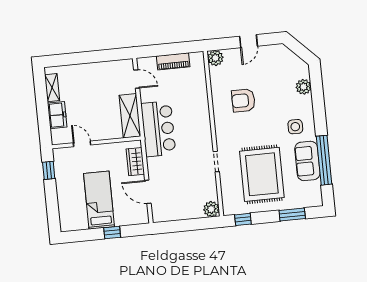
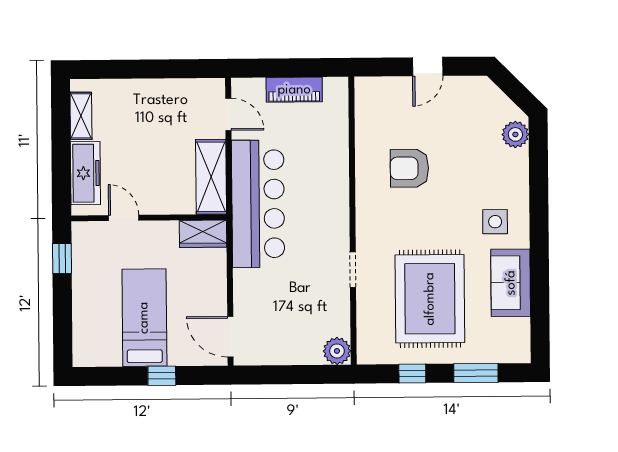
plant: (215, 58) -> (368, 90), removed
plant: (303, 87) -> (515, 134), moved
freezer: (57, 115) -> (85, 173), width x1.40
bar counter: (158, 129) -> (258, 204), width x1.36
window: (324, 160) -> (540, 284), removed
wardrobe: (135, 162) -> (203, 234), moved, turned -90
door: (148, 192) -> (230, 337), moved
window: (243, 219) -> (412, 374), moved

